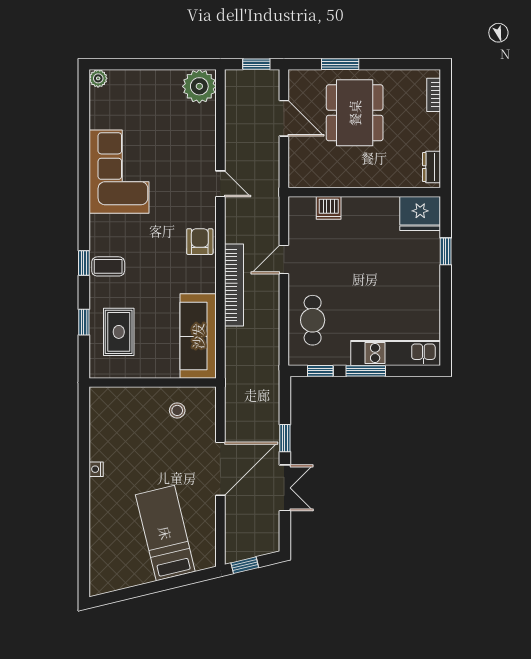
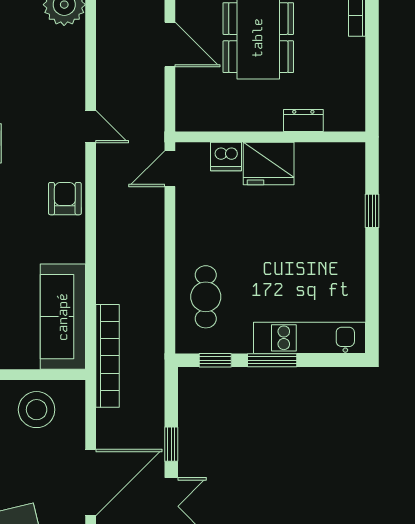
dresser: (432, 167) -> (303, 120), moved, turned 90
fridge: (420, 214) -> (269, 164), moved
door: (284, 260) -> (170, 169), moved
bookcase: (234, 285) -> (108, 356), moved
stool: (177, 410) -> (37, 410), width x1.89, depth x1.89

